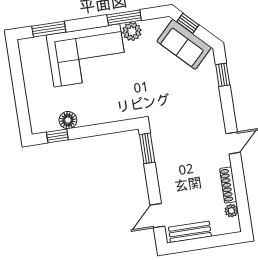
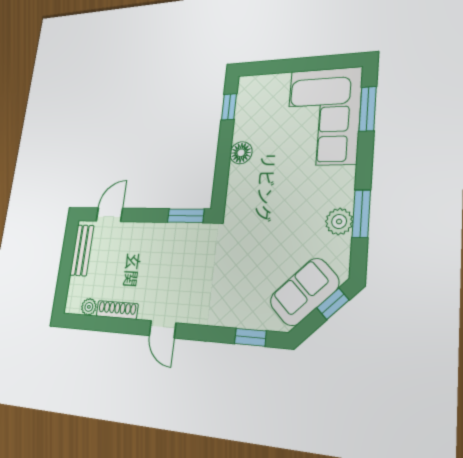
corner sofa: (87, 55) -> (323, 116), moved
floor lamp: (68, 120) -> (241, 153), moved
door: (157, 216) -> (109, 215), hinge flipped

